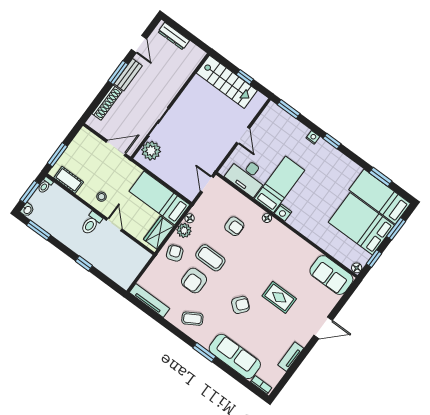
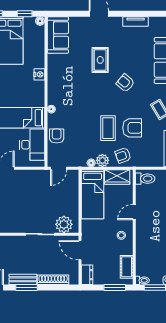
dresser: (88, 138) -> (87, 275), added
nightstand: (283, 213) -> (39, 74), moved
toilet: (91, 223) -> (145, 179), moved
armchair: (234, 226) -> (57, 136), moved

